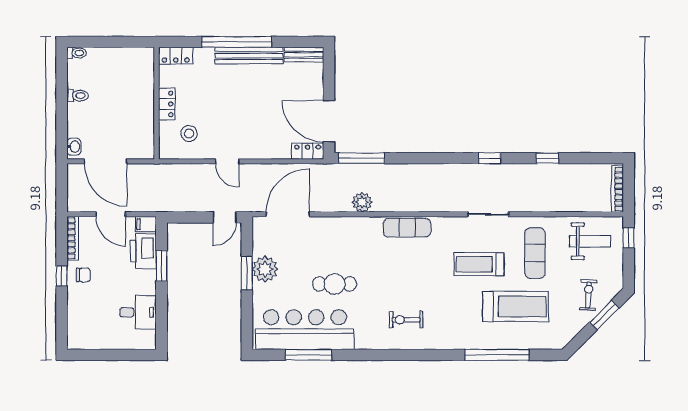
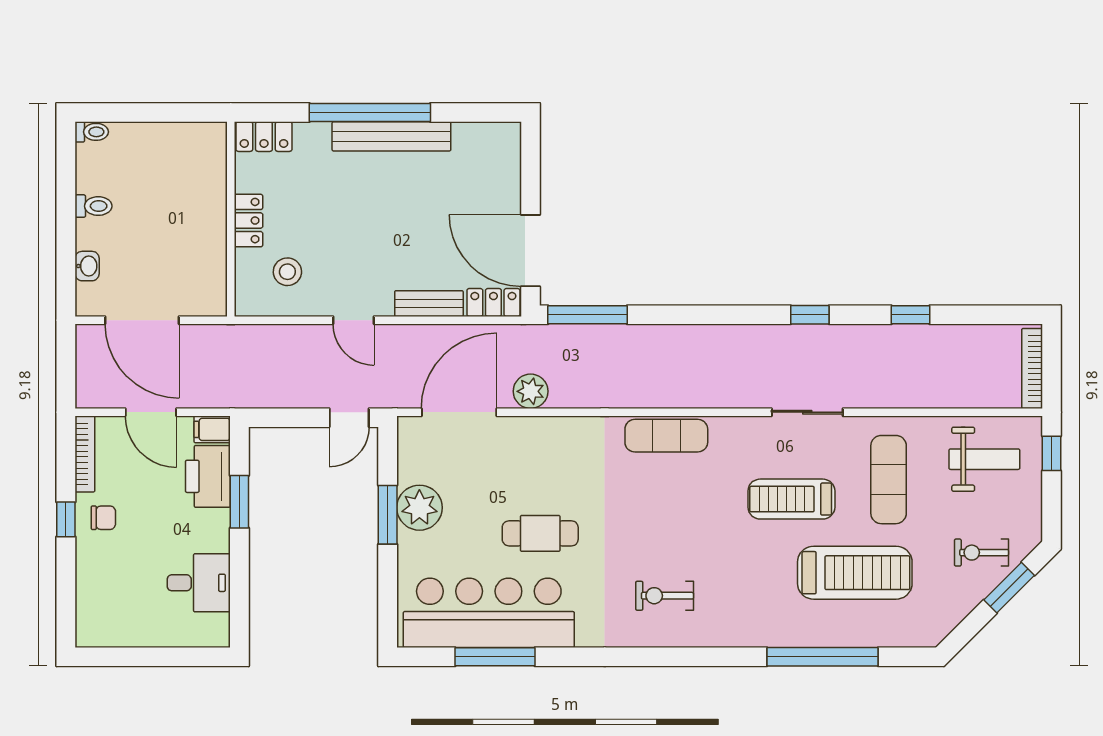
bench: (304, 55) -> (429, 304), moved
washbasin: (74, 147) -> (87, 266), moved
plant: (362, 202) -> (531, 391), moved
exercise bike: (588, 295) -> (981, 553), turned -94

